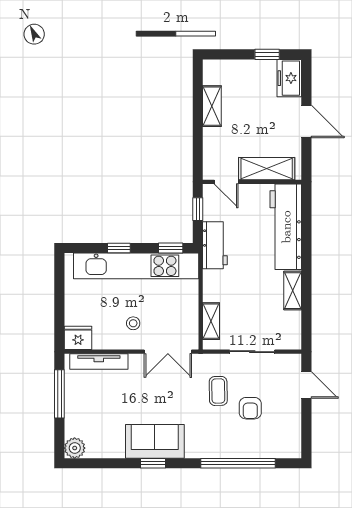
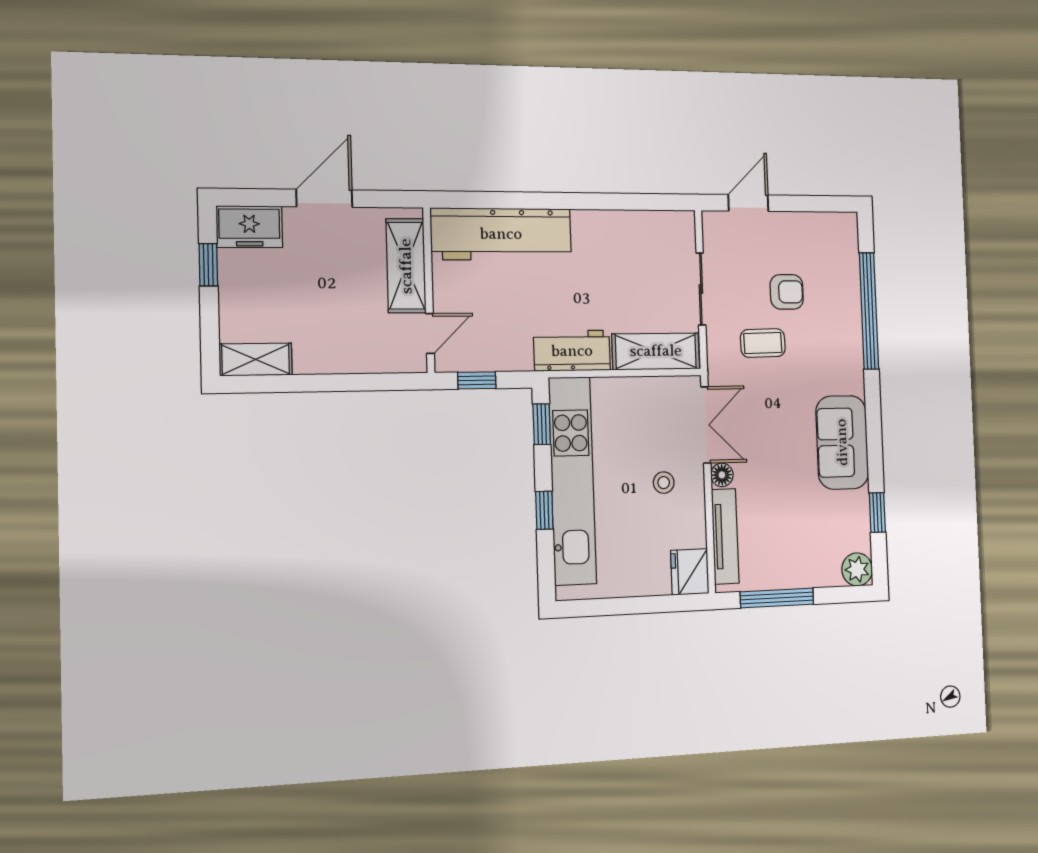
shelving: (212, 106) -> (256, 359), moved
workbench: (215, 245) -> (572, 351), moved
shelving: (293, 291) -> (603, 223), removed
shelving: (211, 321) -> (656, 351), width x1.50, depth x1.33
floor lamp: (137, 361) -> (722, 475), added
window: (153, 463) -> (877, 512), moved

